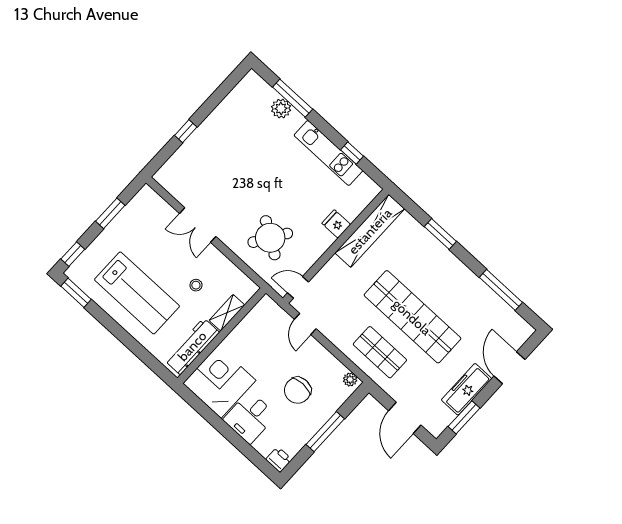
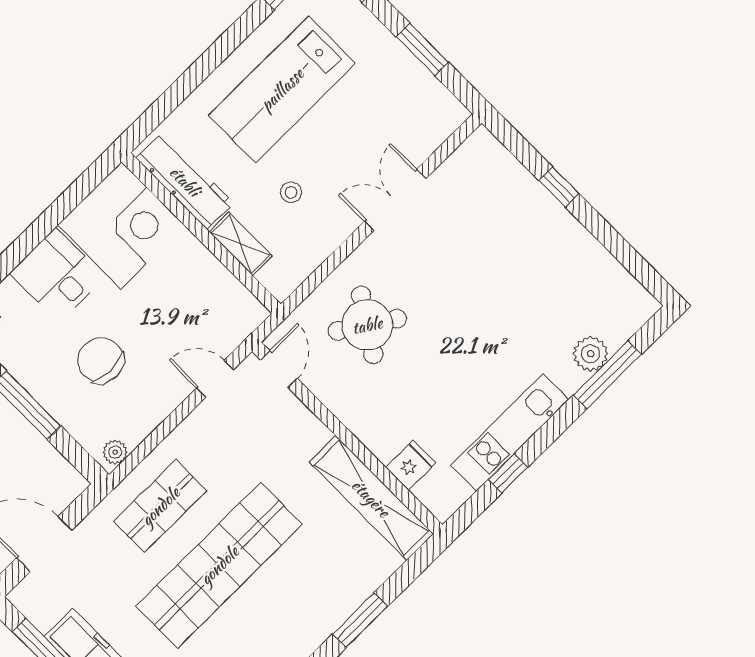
fridge: (336, 224) -> (411, 465), moved

